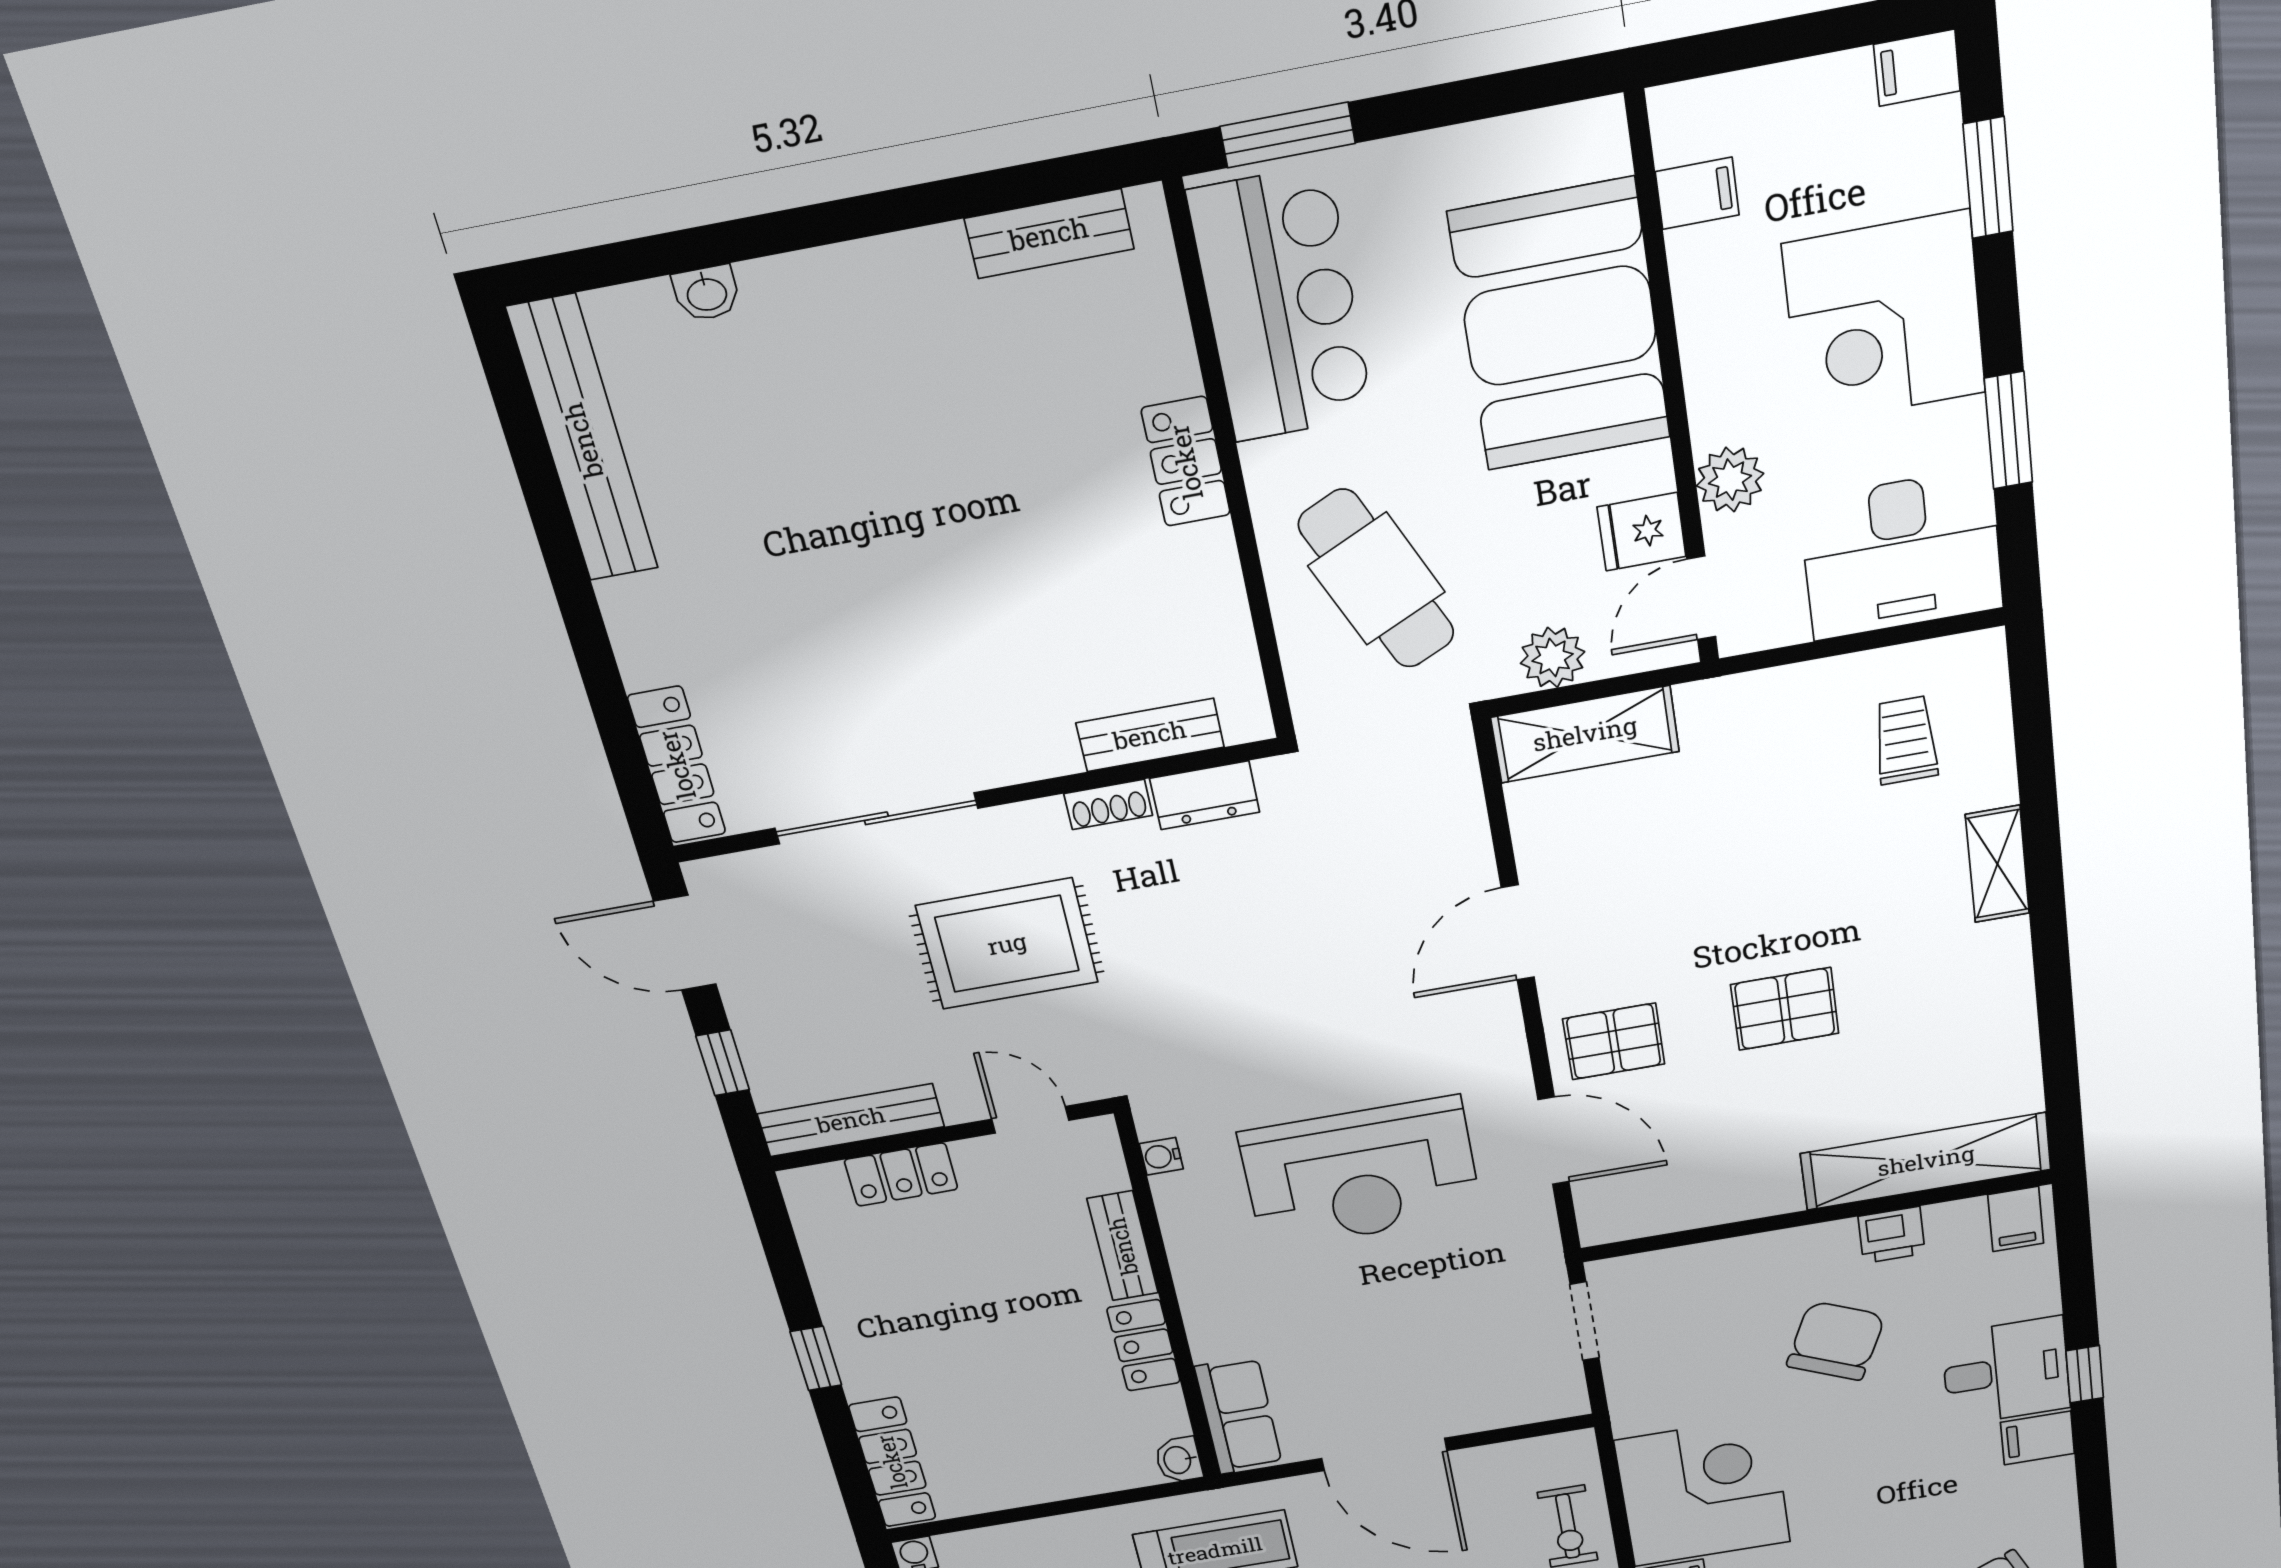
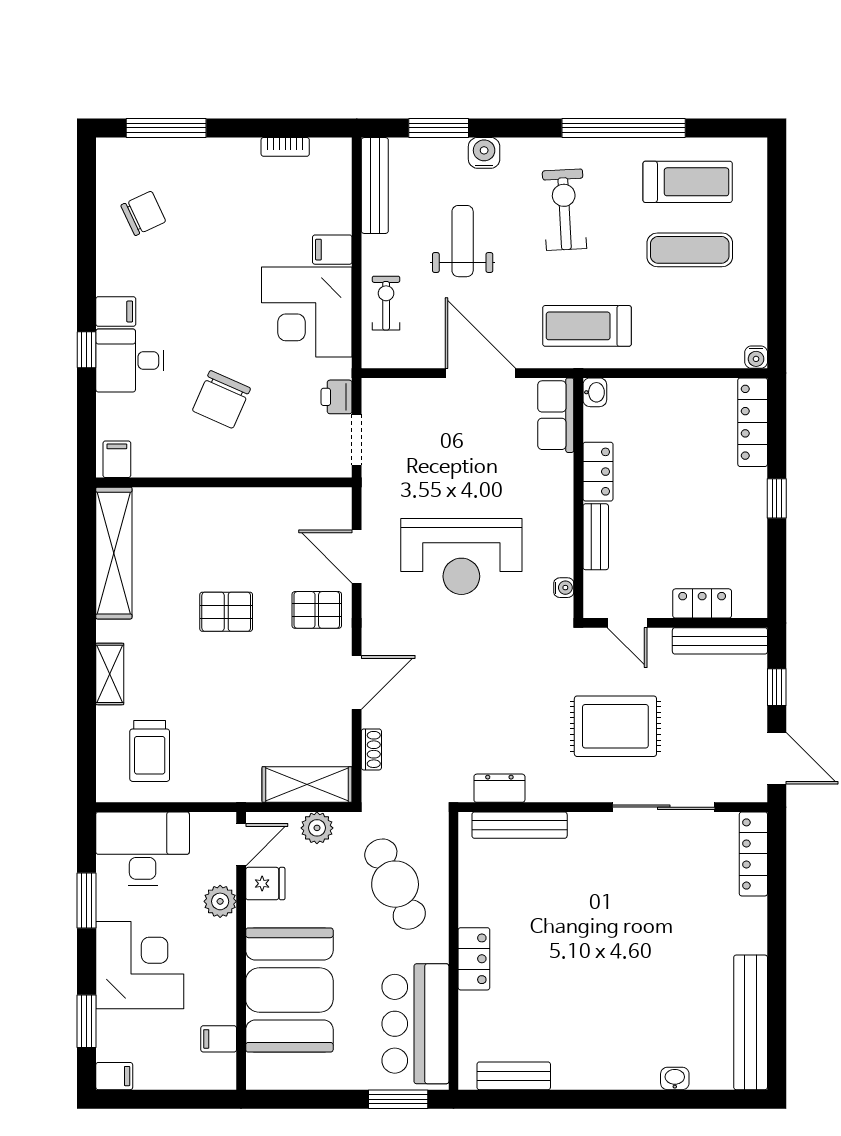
bench: (1150, 735) -> (520, 825), width x1.36
trolley: (1906, 740) -> (150, 751), width x1.36, depth x1.39
shoe rack: (1108, 804) -> (371, 749), moved, turned 90
shelving: (1926, 1161) -> (114, 553), moved, turned 90
reception desk: (1360, 1174) -> (461, 556), turned 180
printer: (1892, 1235) -> (337, 397), moved, turned -90

